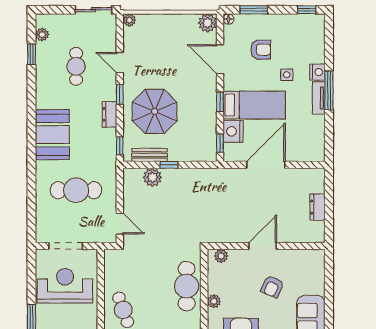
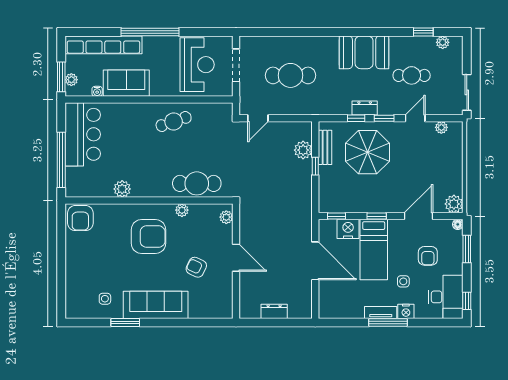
plant: (129, 20) -> (441, 127), moved
desk: (303, 31) -> (446, 297), added
booth: (52, 135) -> (364, 52), moved
window: (120, 146) -> (356, 118), moved
cafe table: (76, 190) -> (290, 75), turned 90

